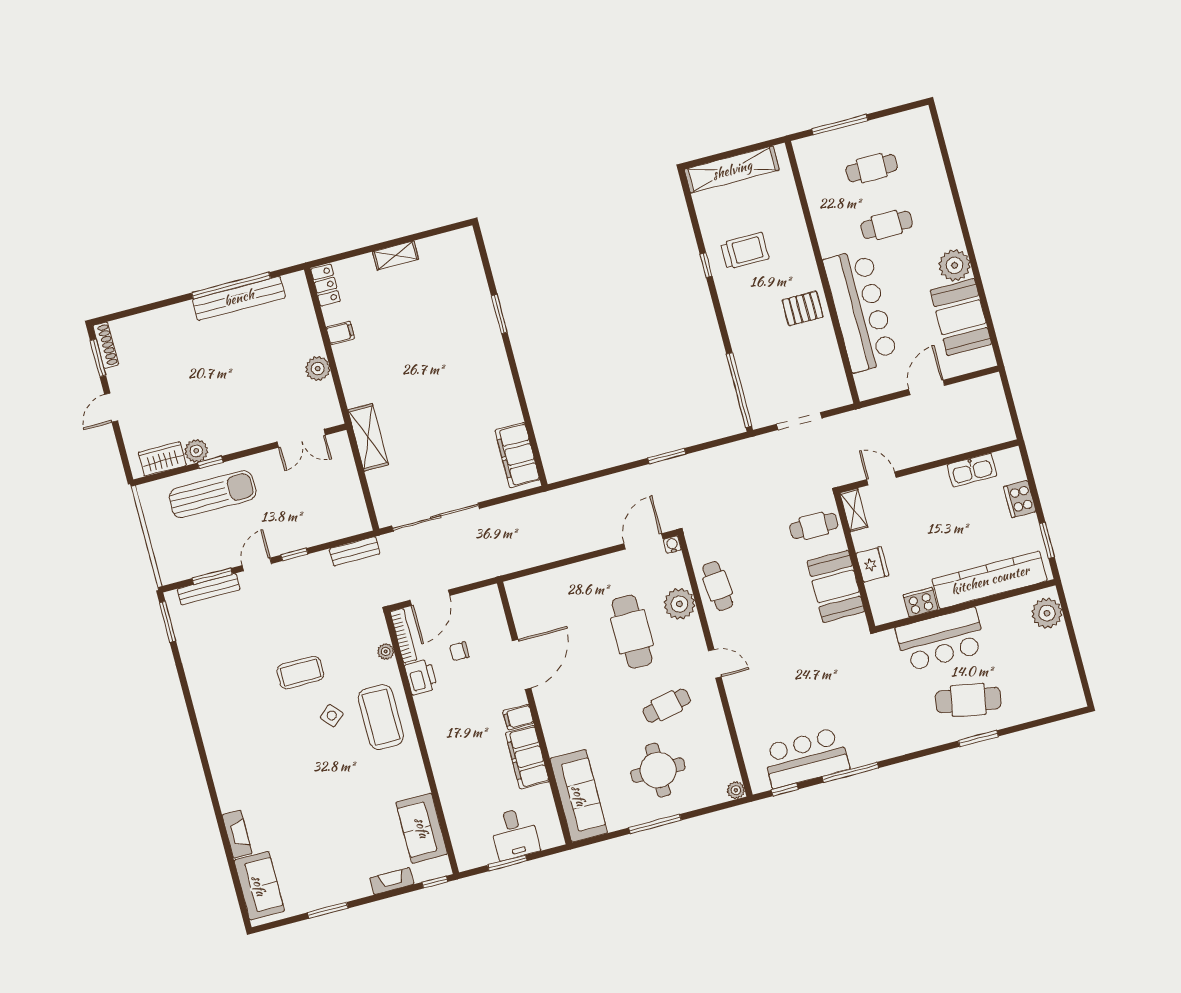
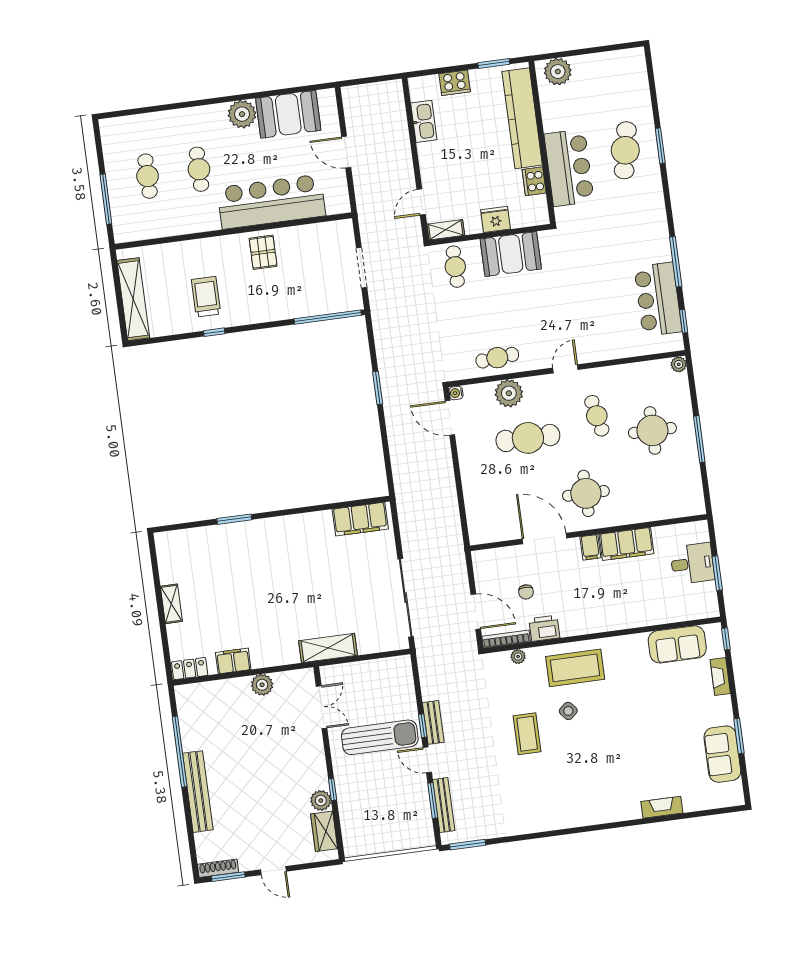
bench: (239, 298) -> (198, 792), moved
filing cabinet: (340, 333) -> (233, 661), width x2.00
sun lounger: (213, 494) -> (380, 737), moved, turned 90
bench: (355, 551) -> (433, 722), moved
round table: (578, 705) -> (586, 493), added
sofa: (579, 796) -> (666, 503), removed
sofa: (259, 886) -> (722, 754), moved, turned -90

